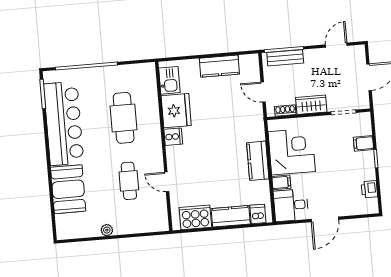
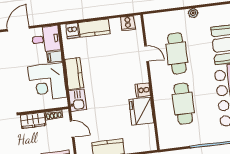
kitchen sink: (169, 80) -> (78, 100), moved, turned 180
cafe table: (129, 181) -> (177, 53), width x1.37, depth x1.35
cooker: (195, 217) -> (128, 23), width x0.53, depth x0.76

